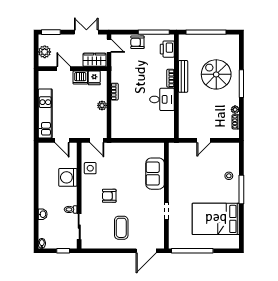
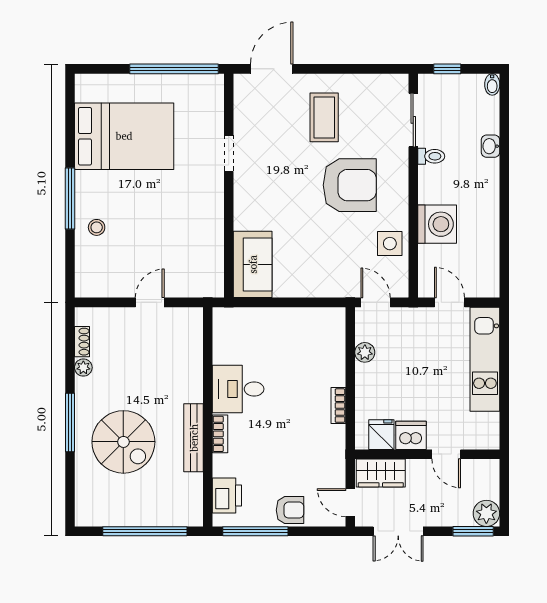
plant: (45, 52) -> (486, 513), moved
plant: (102, 105) -> (365, 352), moved
sofa: (155, 174) -> (253, 264), moved
armchair: (109, 196) -> (350, 185), width x1.88, depth x1.88

